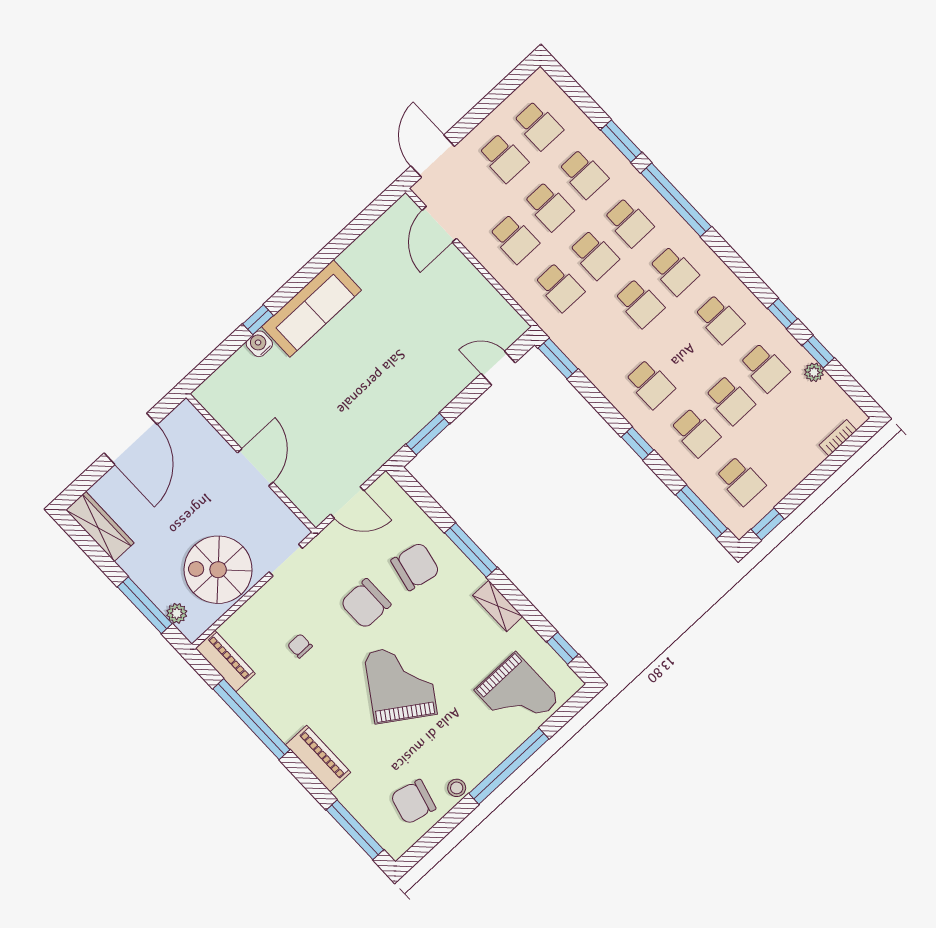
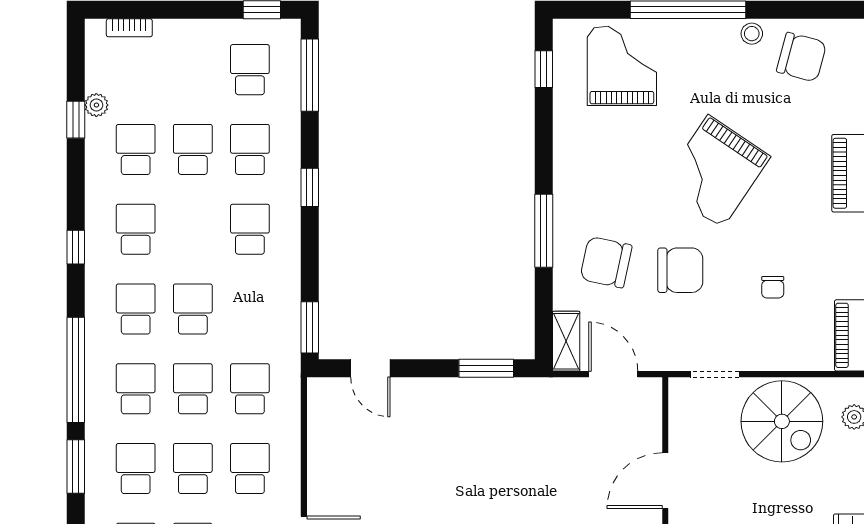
window: (782, 314) -> (76, 247), moved
shelving: (498, 606) -> (566, 341), moved

